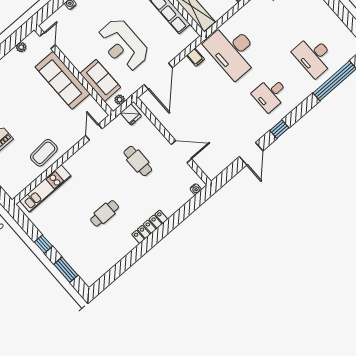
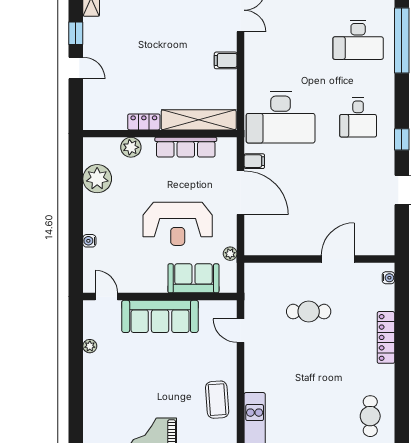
plant: (21, 47) -> (90, 346), moved
door: (158, 76) -> (241, 193), moved
plant: (120, 100) -> (230, 254), moved
fridge: (131, 115) -> (255, 277), removed
cafe table: (105, 213) -> (370, 416), moved
locker: (150, 227) -> (386, 337), moved

